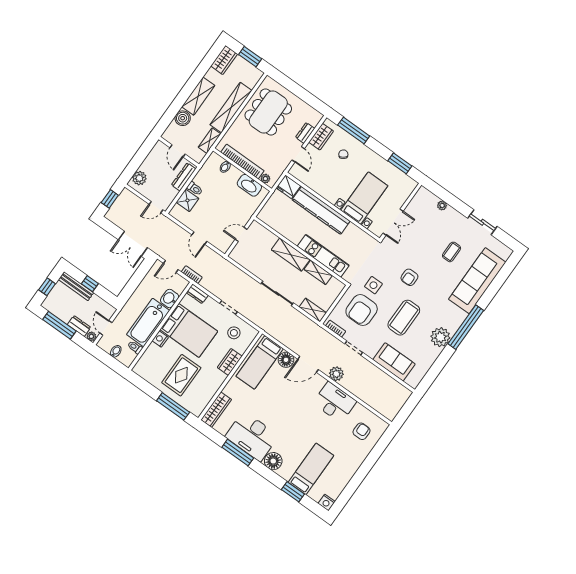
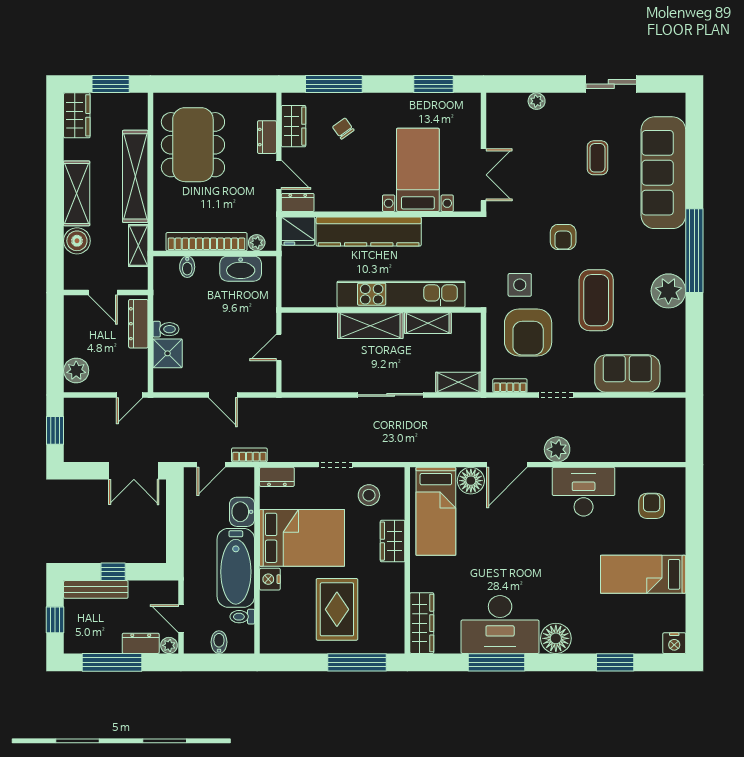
dresser: (298, 173) -> (298, 202), added
kitchen unit: (323, 256) -> (401, 294), width x1.36
bed: (311, 469) -> (643, 574), moved, turned -90

